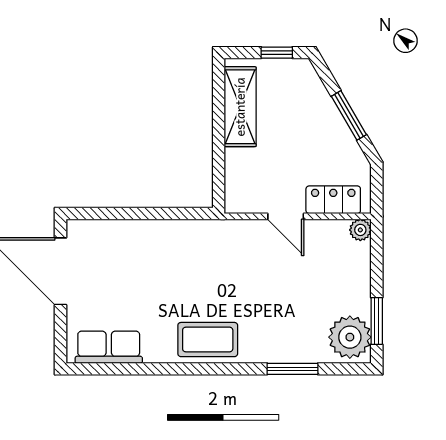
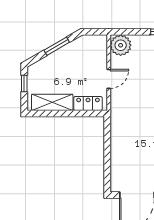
locker: (333, 200) -> (88, 104), moved, turned 90
plant: (360, 230) -> (121, 45), width x1.88, depth x1.88

